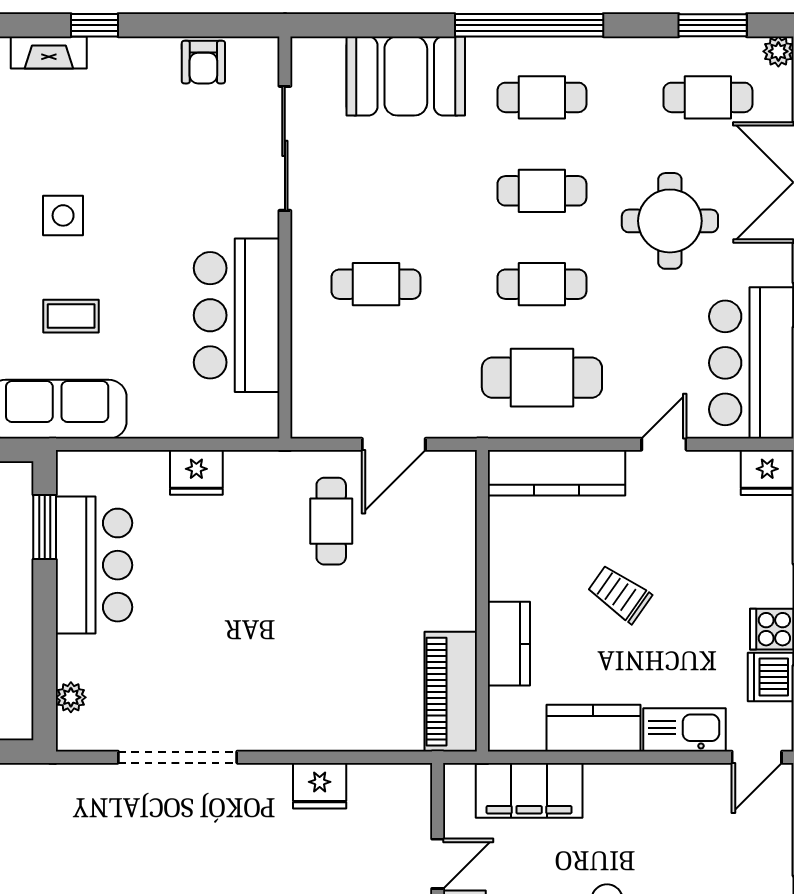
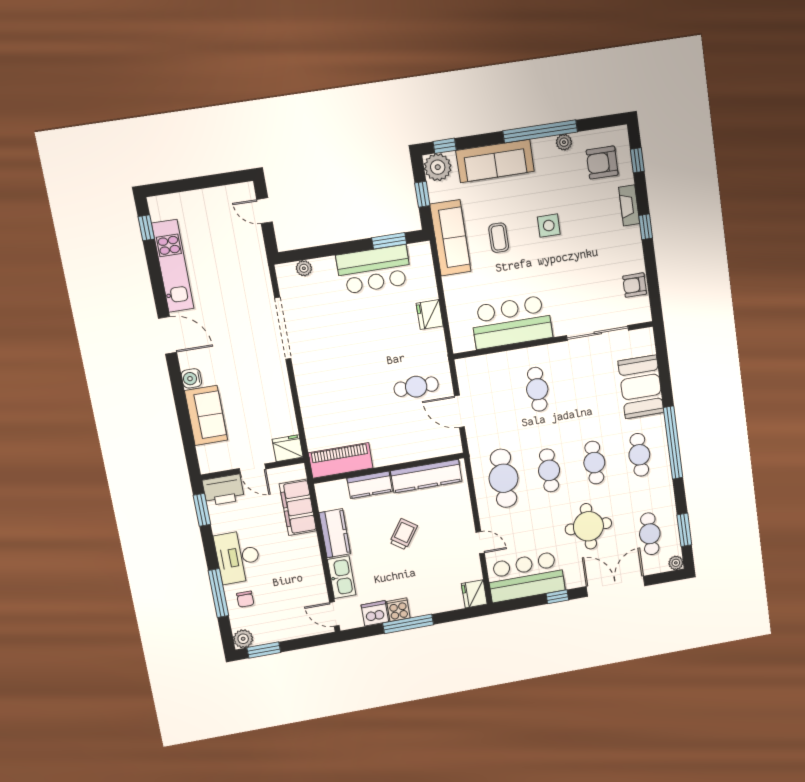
kitchen counter: (557, 473) -> (426, 476), moved, turned -90
fridge: (320, 786) -> (288, 448), moved, turned 90

